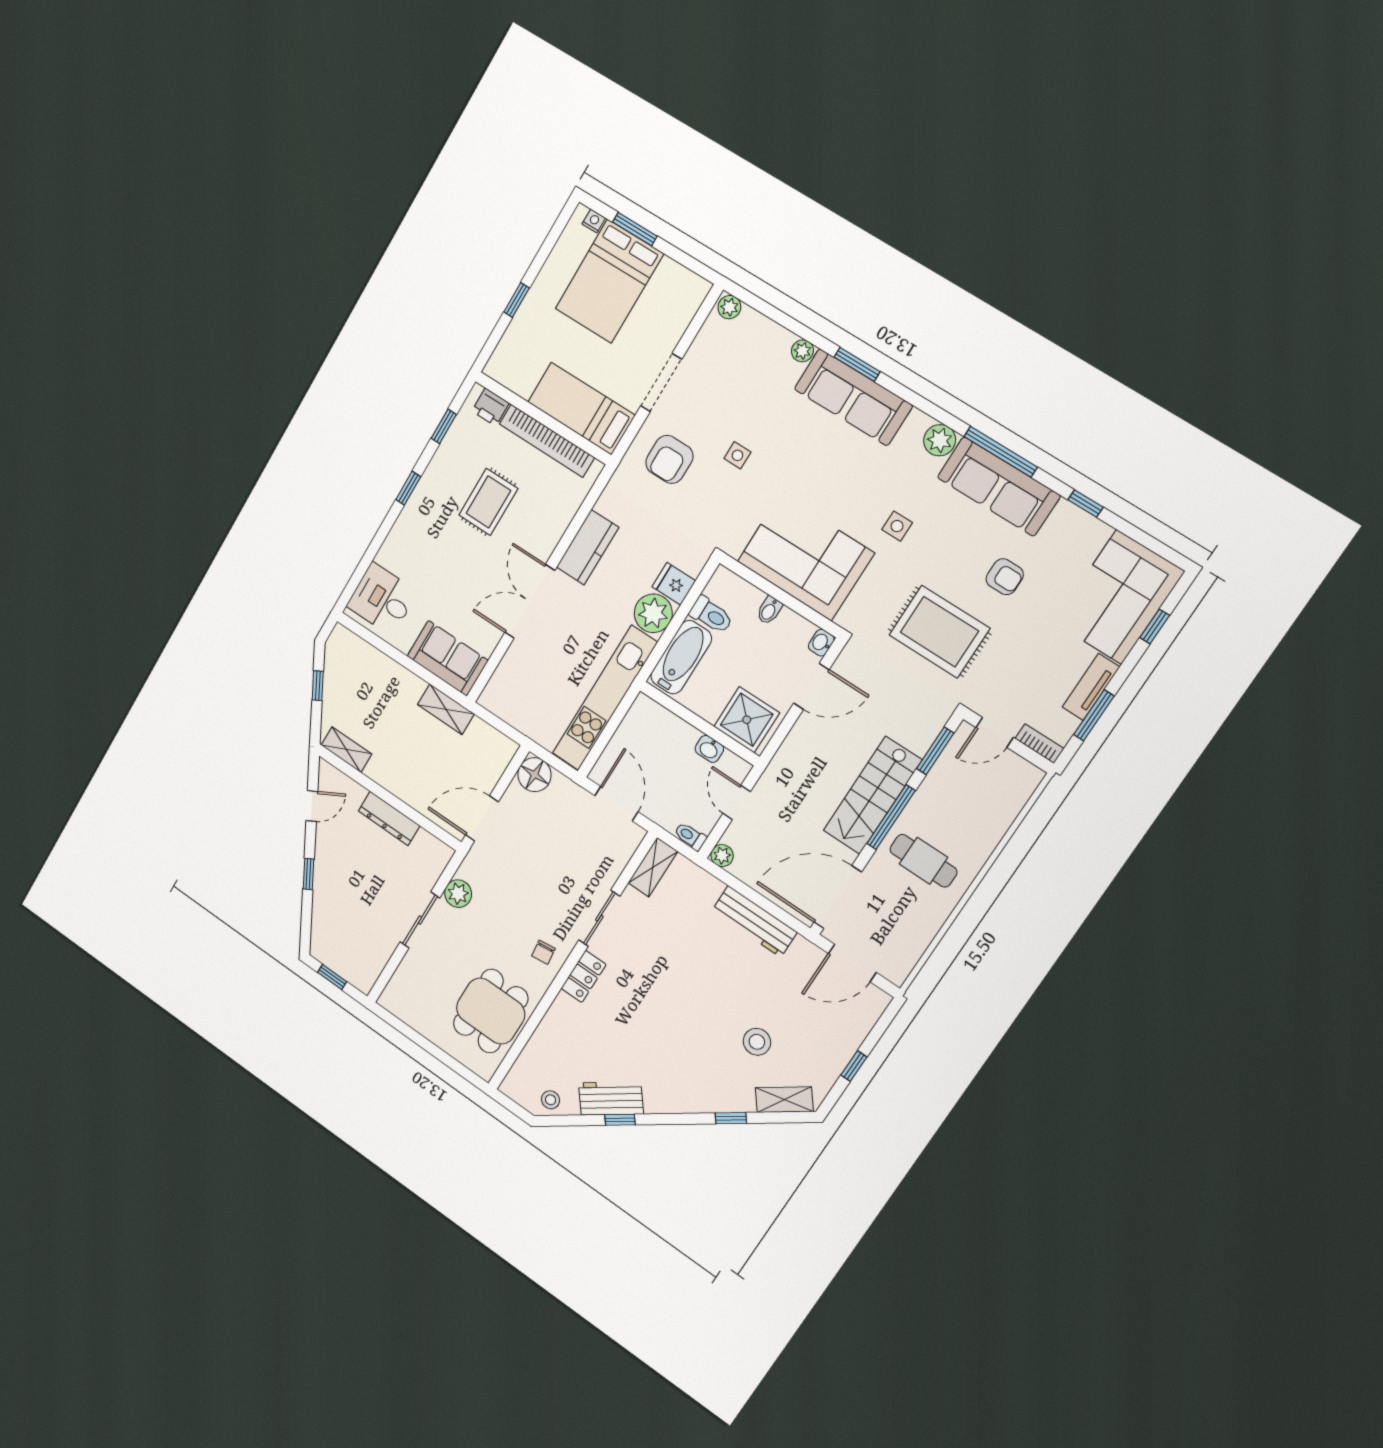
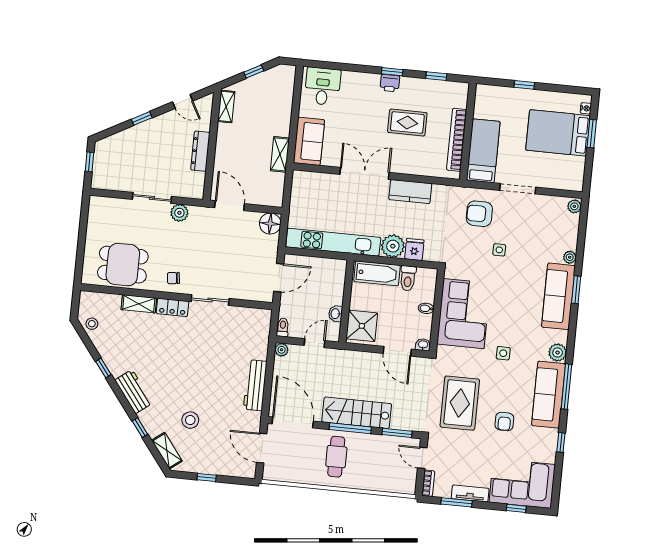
printer: (490, 407) -> (390, 83), moved, turned -90
shelving: (653, 867) -> (139, 304), moved
workbench: (611, 1098) -> (134, 392), moved

